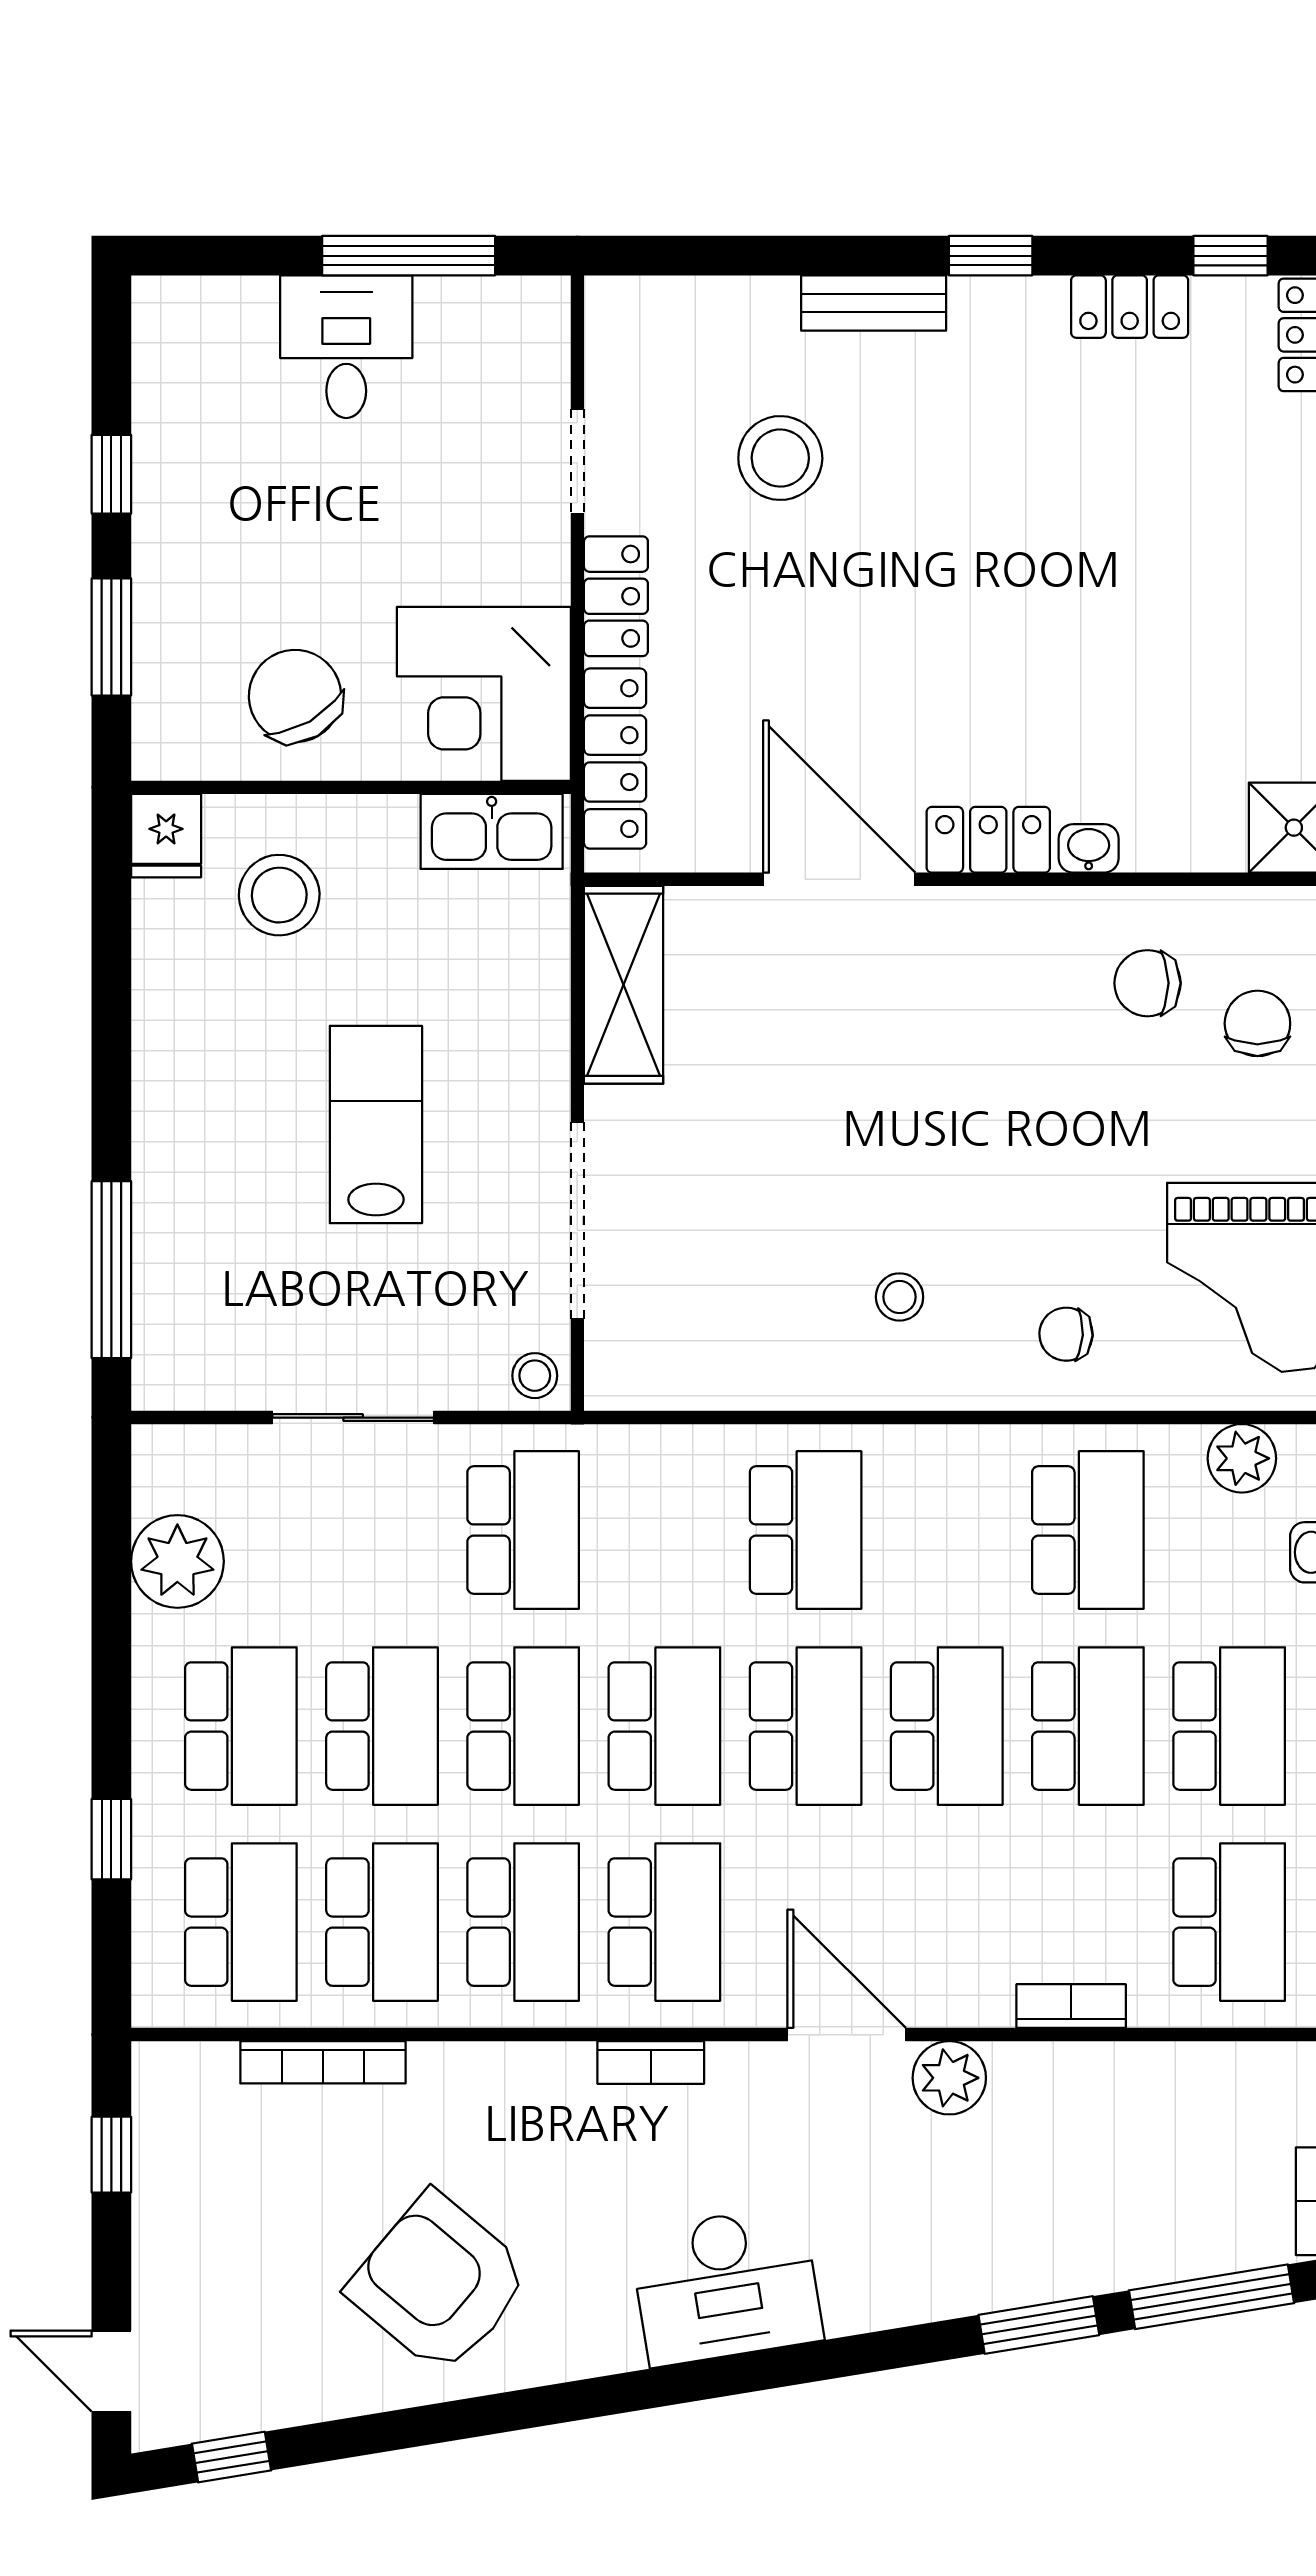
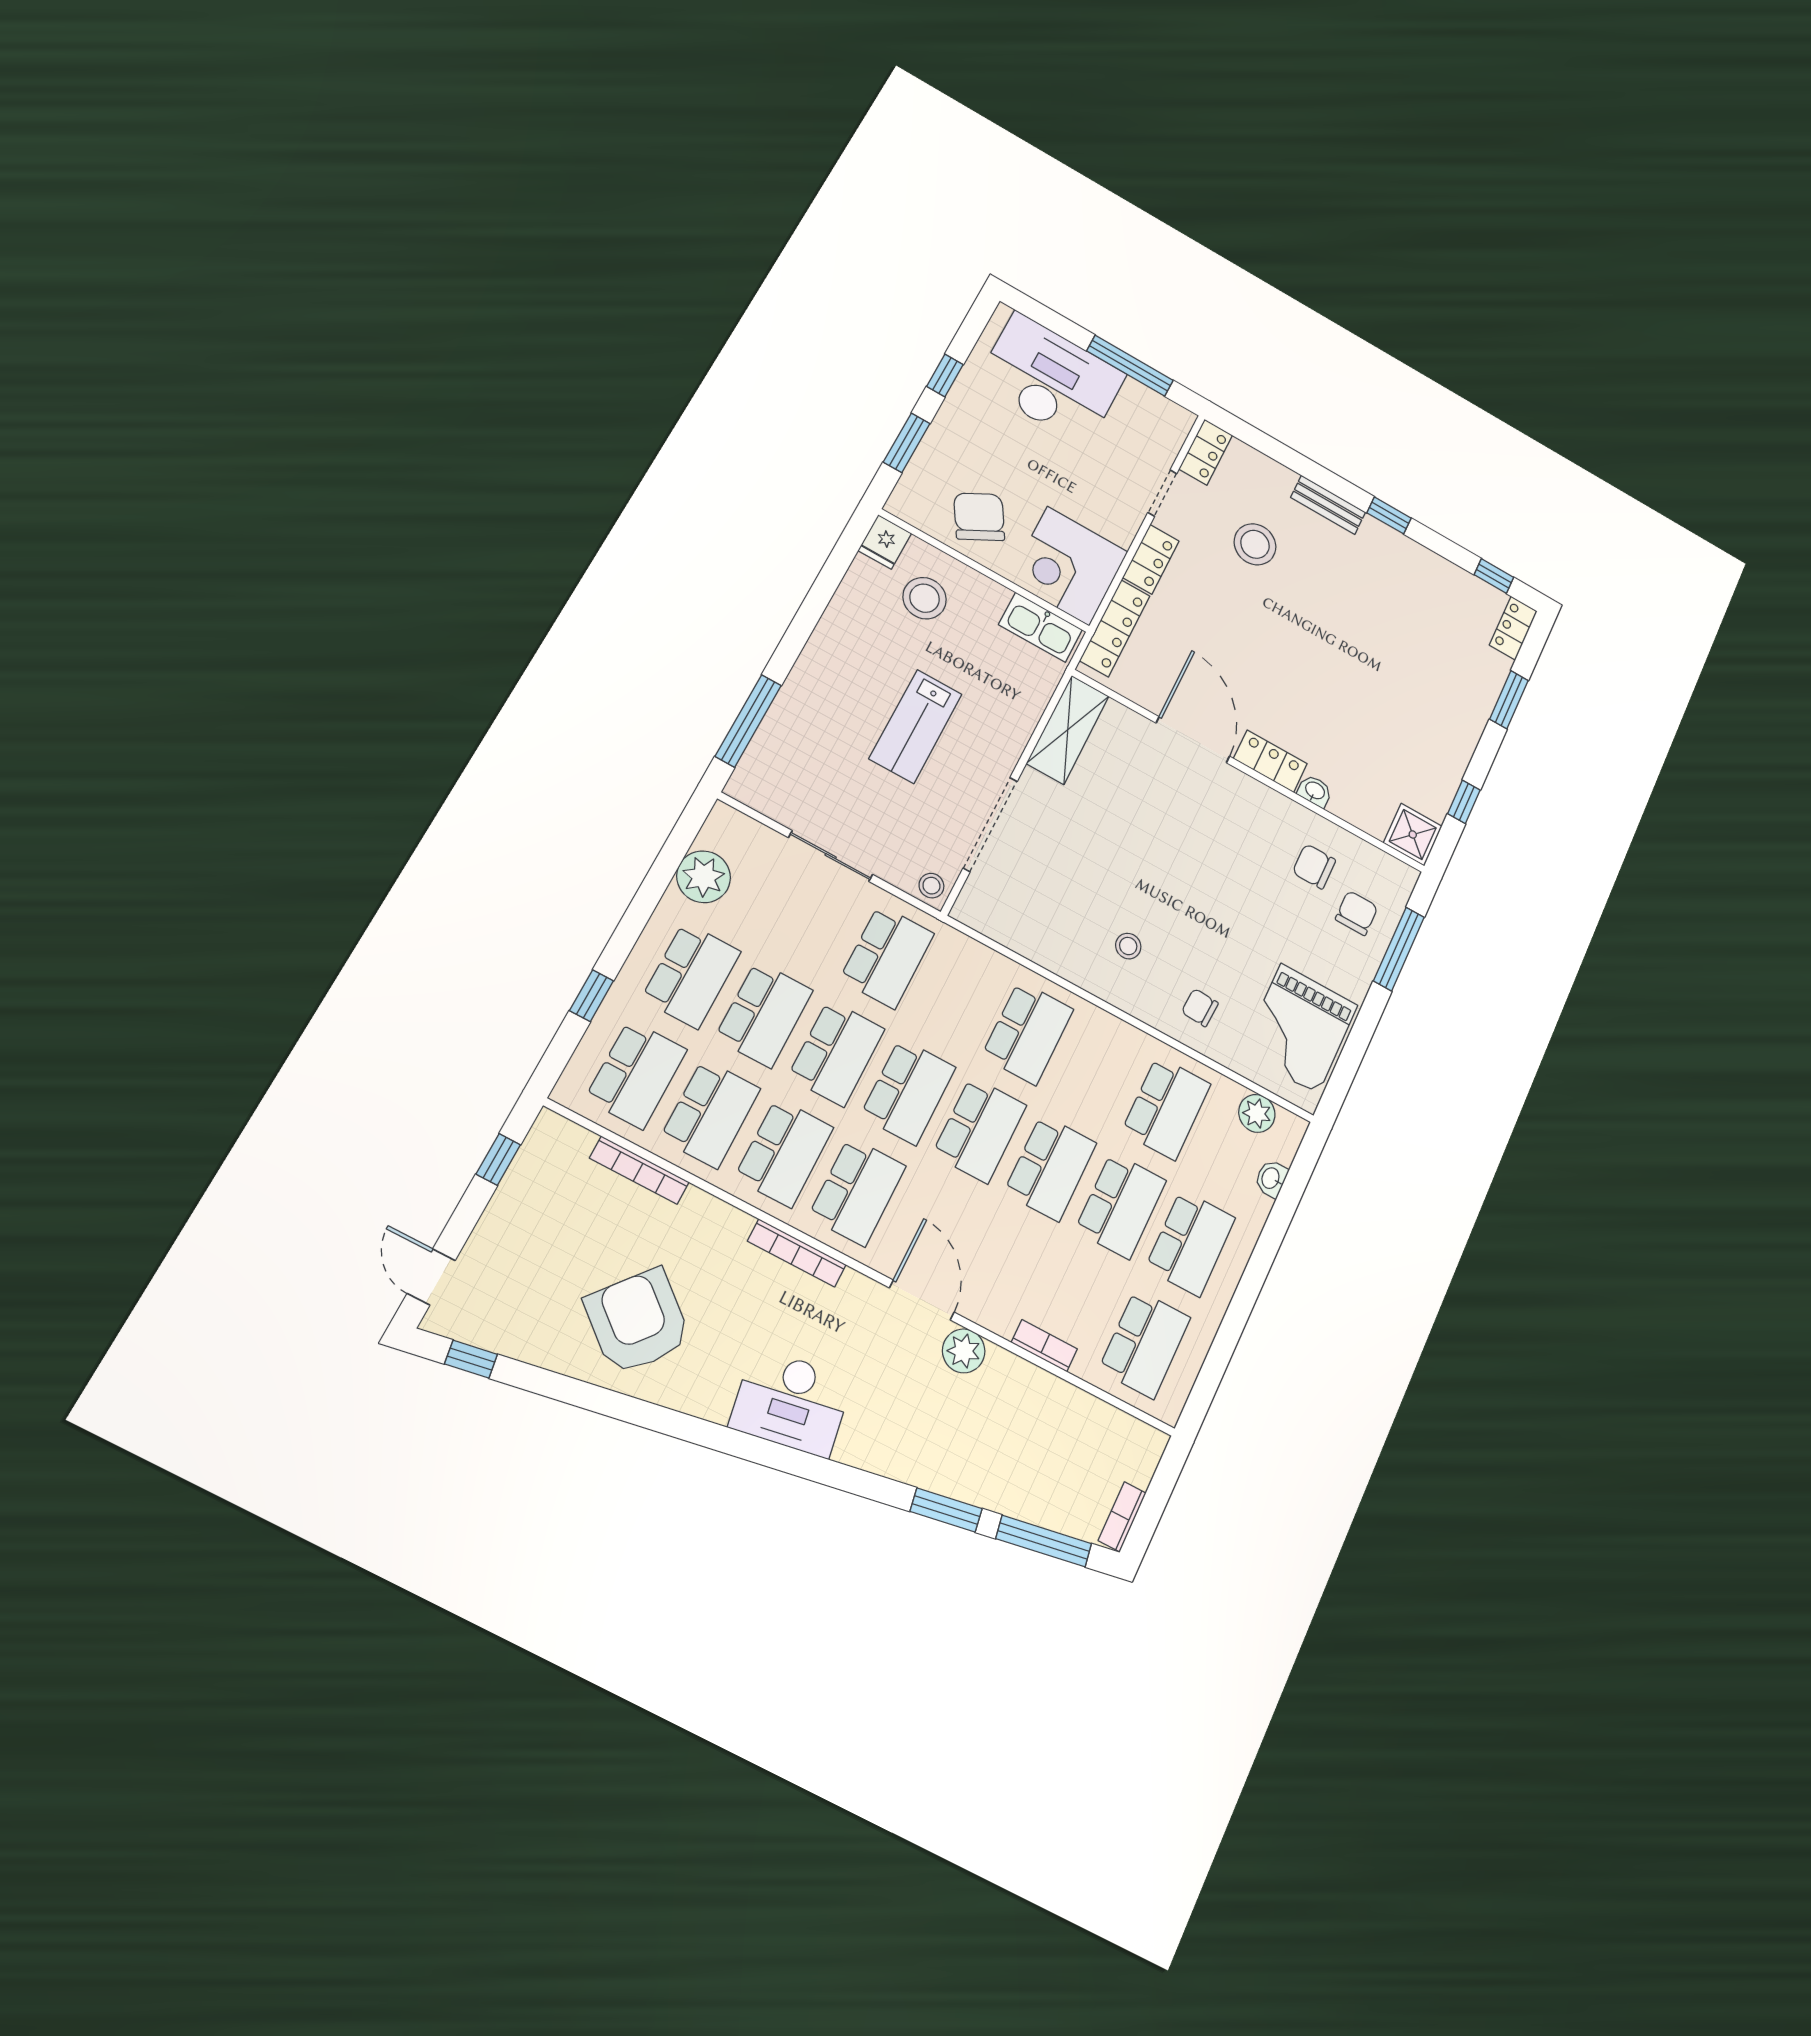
locker: (1130, 307) -> (1206, 452), moved, turned -90
desk: (346, 347) -> (1051, 379), width x1.87, depth x1.30
lab bench: (376, 1124) -> (916, 726), turned 180
bookcase: (651, 2062) -> (797, 1253), width x1.56

